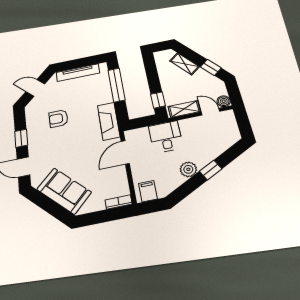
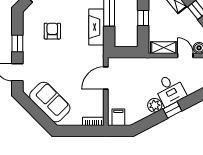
window: (158, 100) -> (143, 18), moved
armchair: (58, 118) -> (52, 31), turned 90
fireplace: (109, 121) -> (96, 27), moved
desk: (166, 137) -> (170, 90), moved, turned 152

